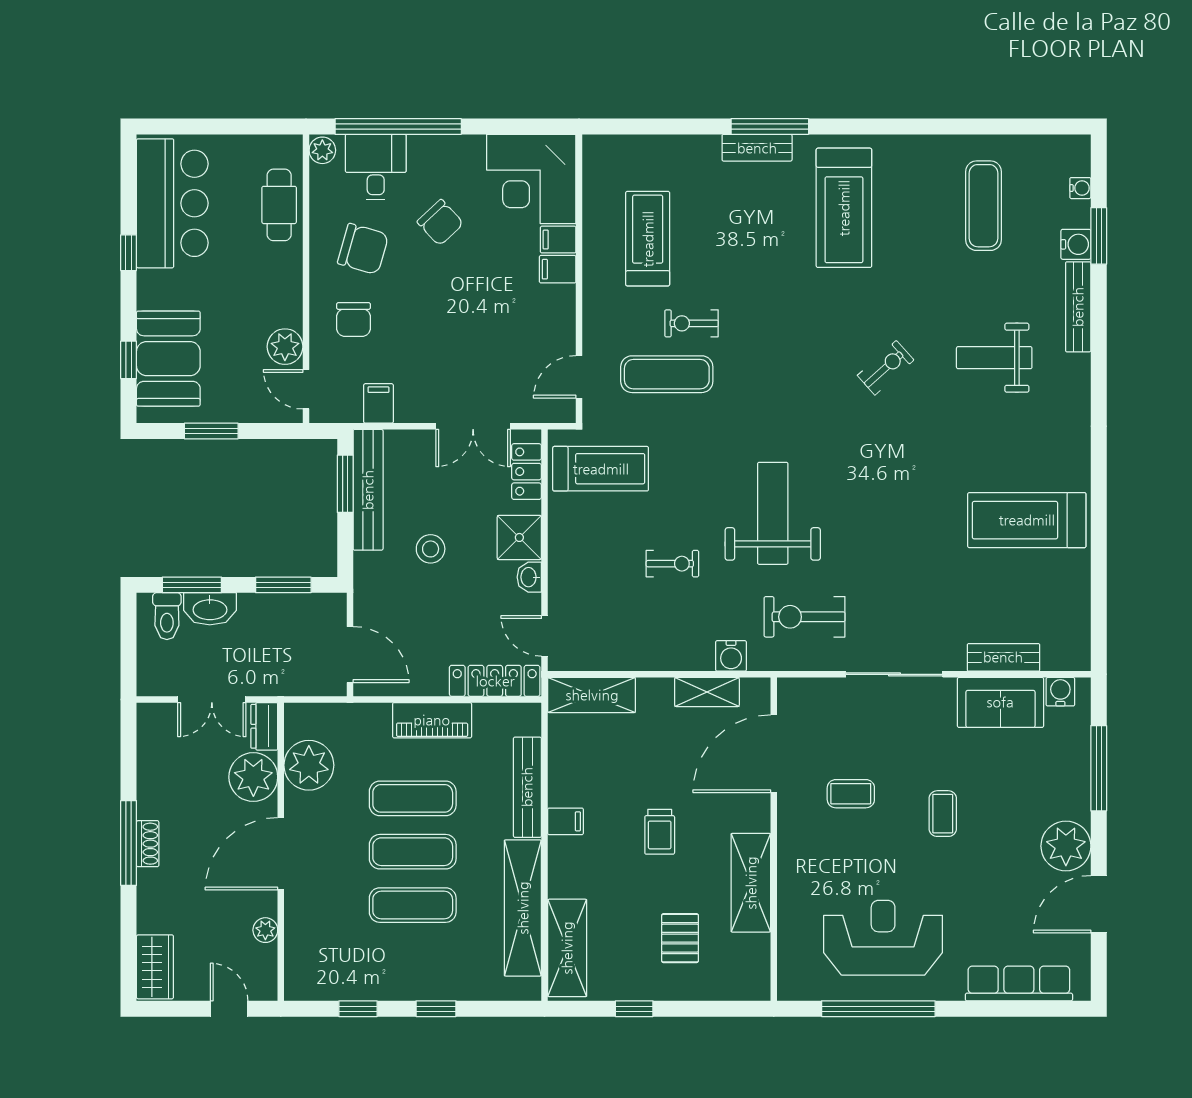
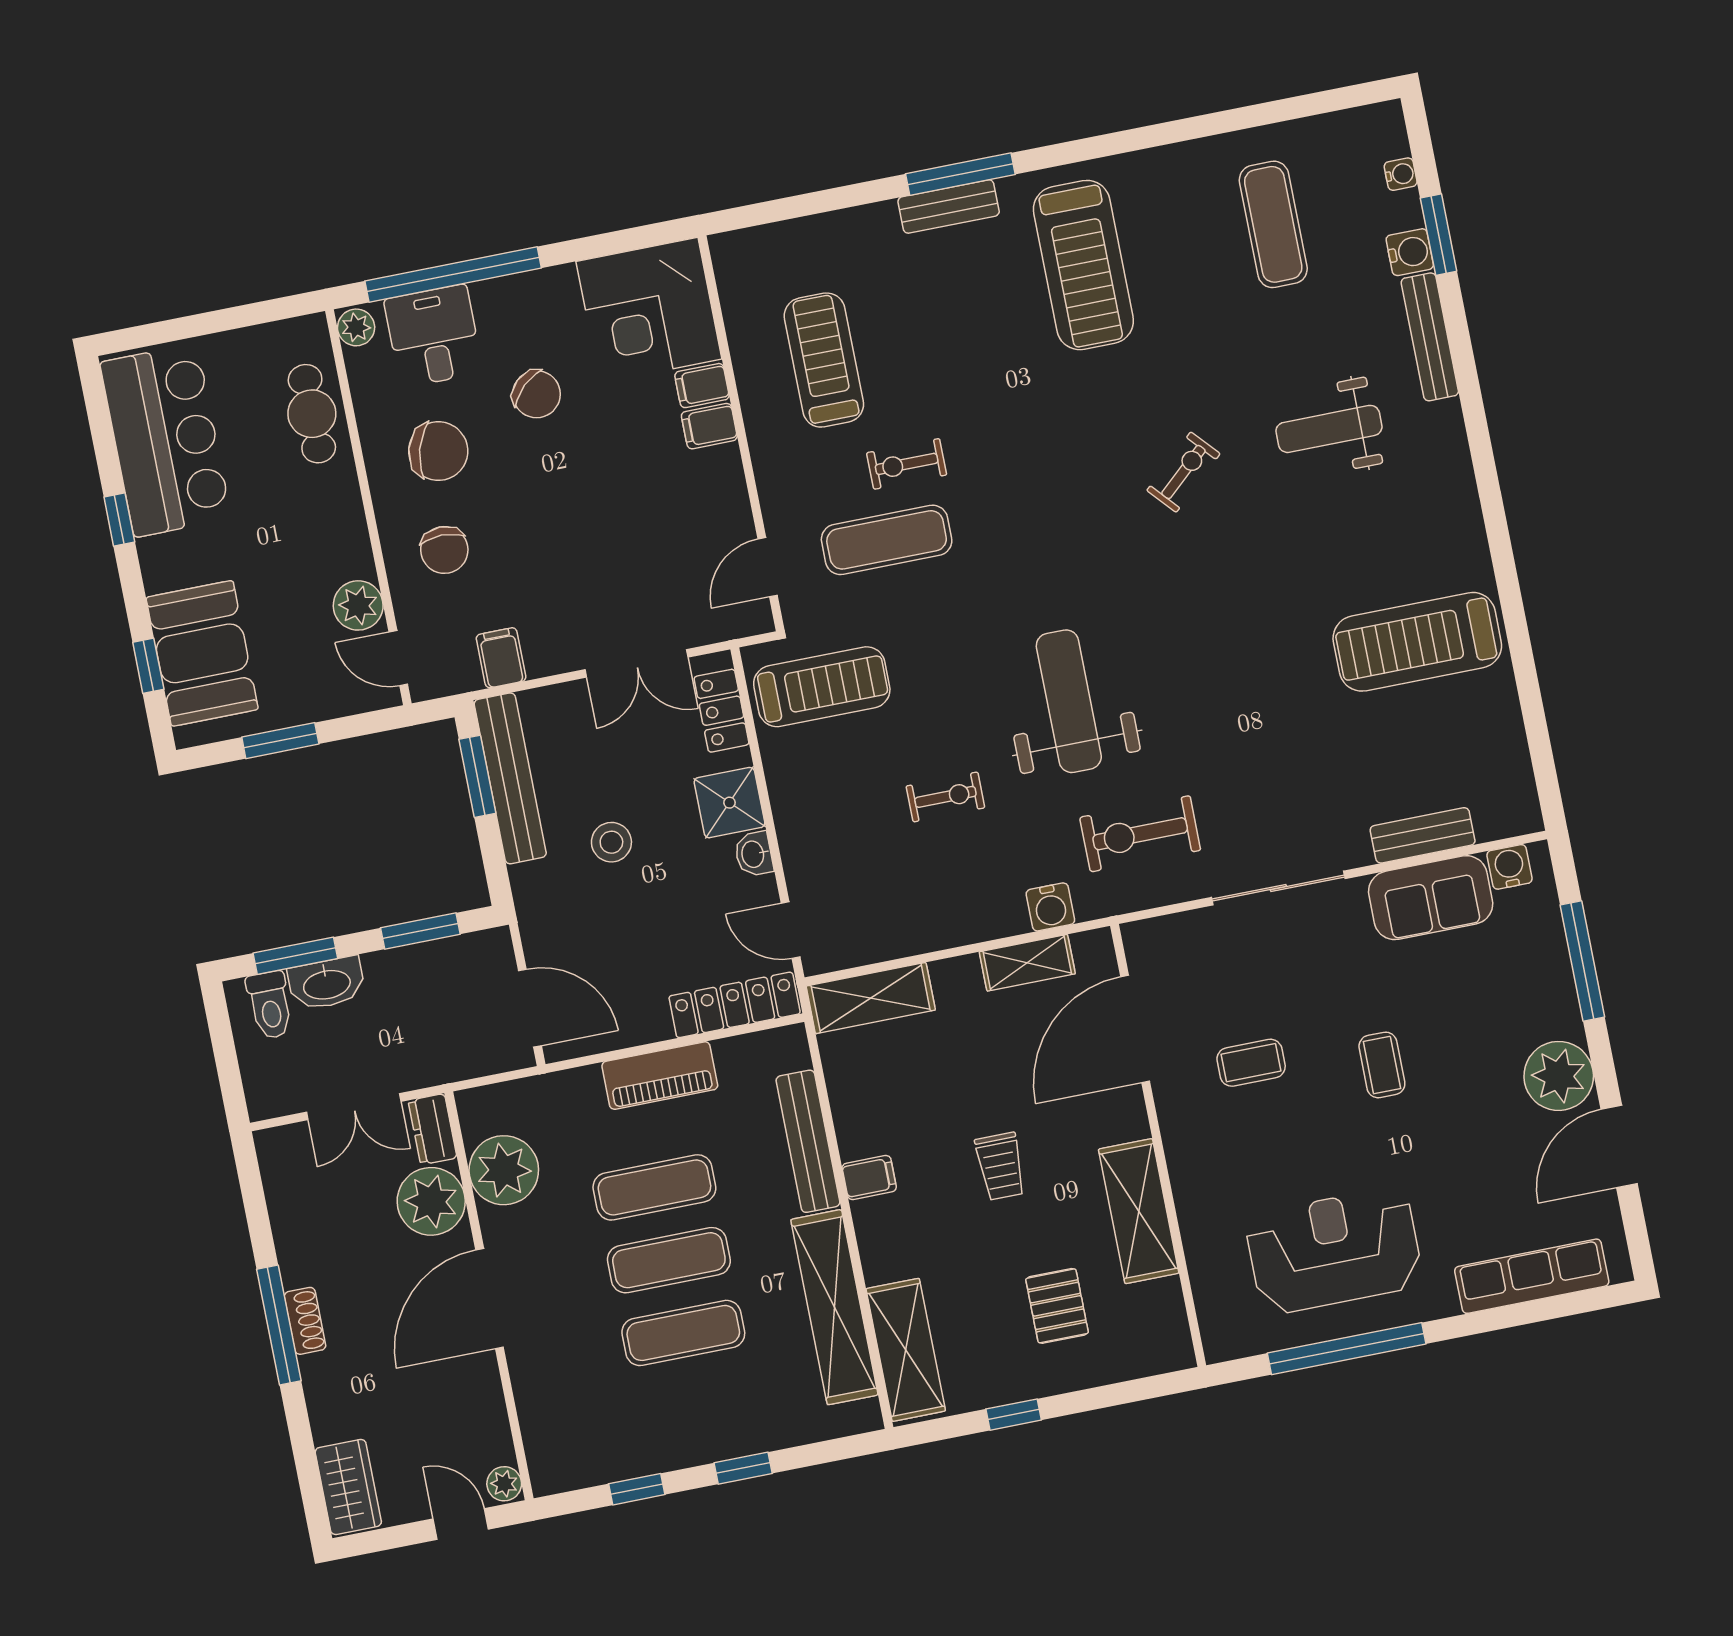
plant: (265, 930) -> (504, 1484), moved

